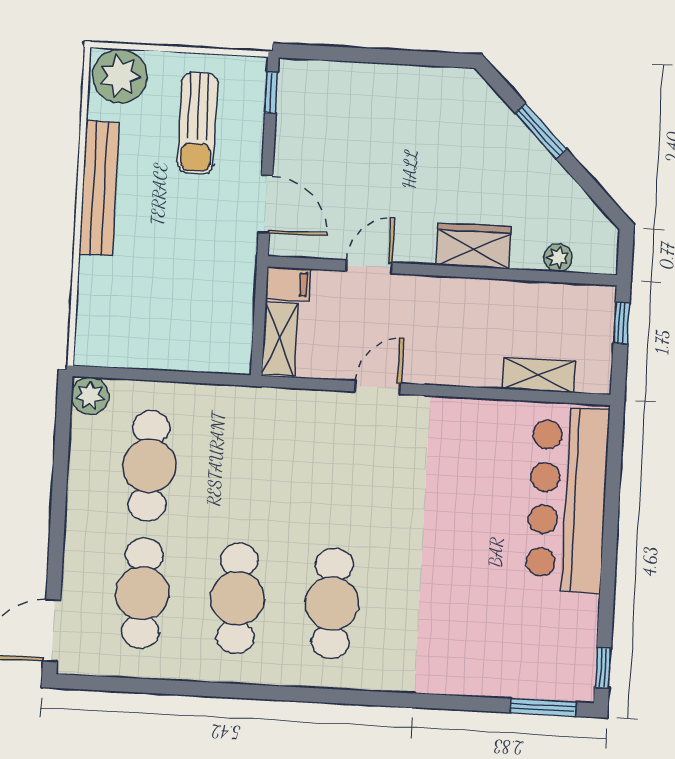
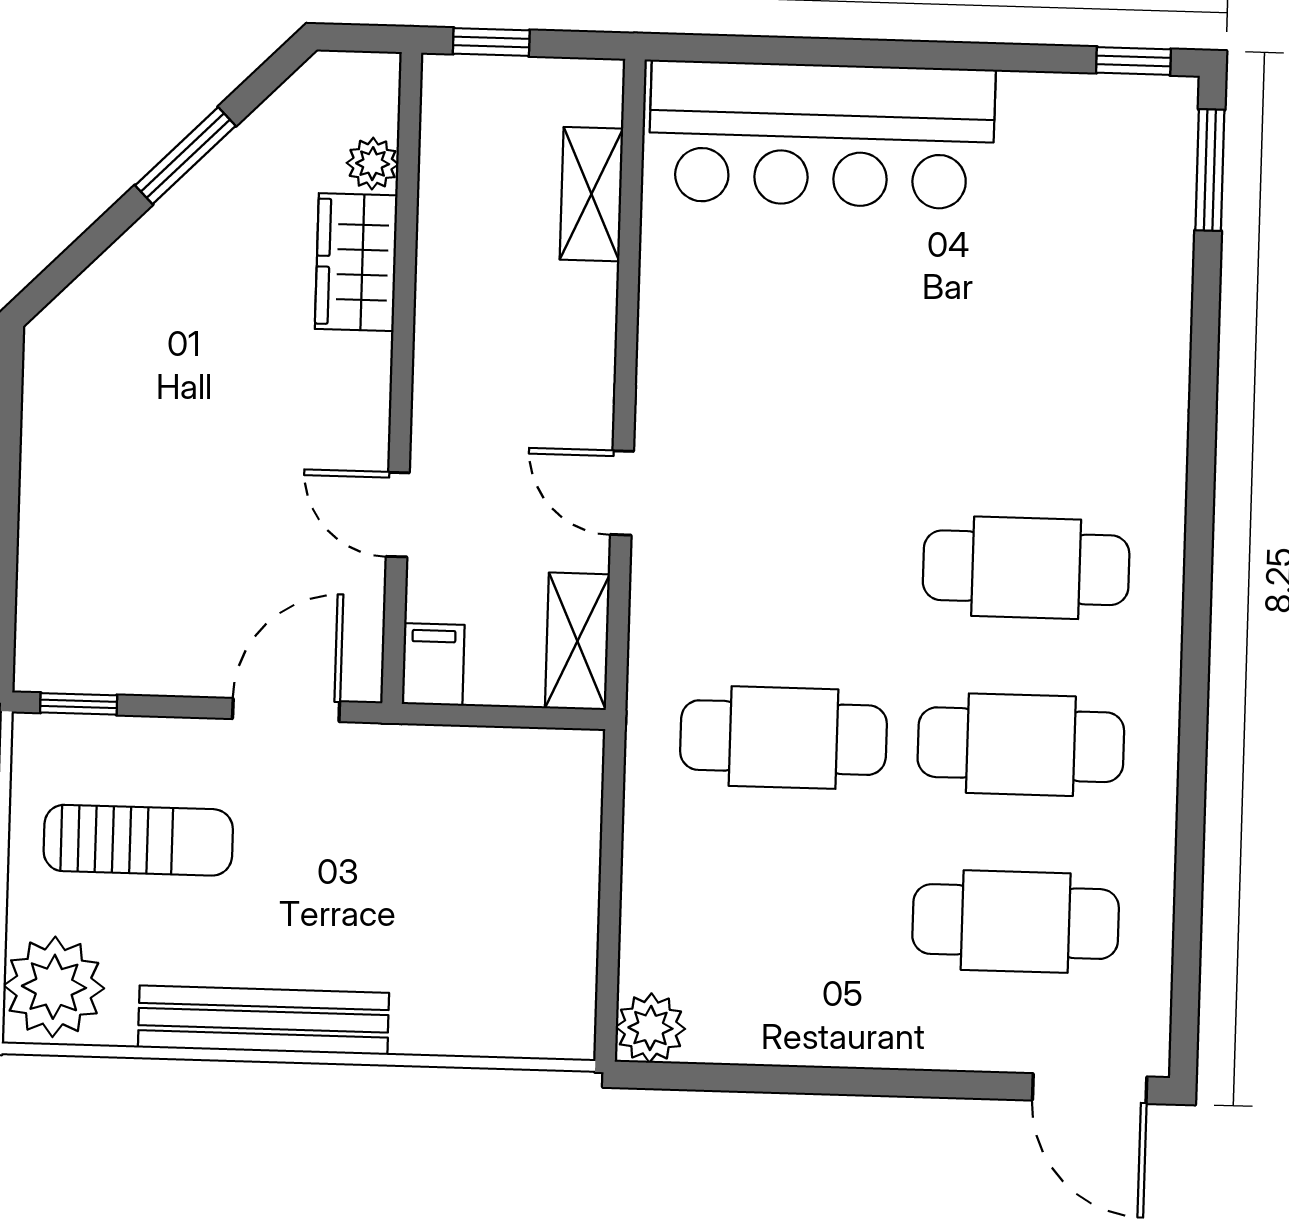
window: (541, 131) -> (185, 156), moved
wardrobe: (474, 246) -> (356, 262), moved
shelving: (280, 339) -> (577, 641), moved, turned 90
cafe table: (149, 466) -> (783, 738), moved

